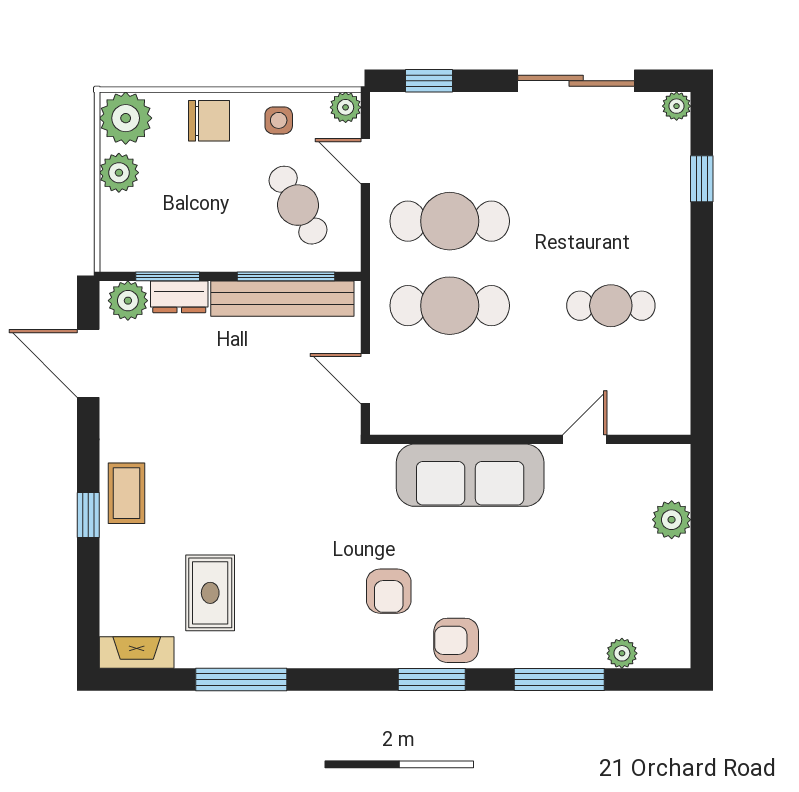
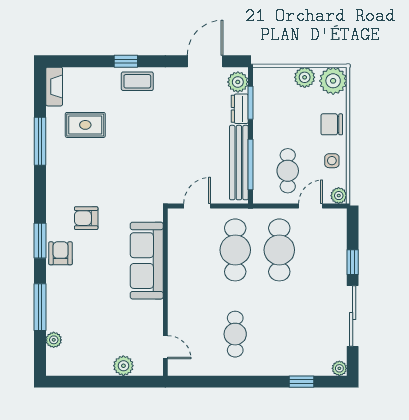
window: (429, 81) -> (353, 262), moved
chair: (209, 121) -> (332, 124), turned 90
cafe table: (298, 205) -> (288, 171), turned -60
door: (585, 439) -> (165, 347), moved

